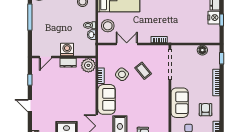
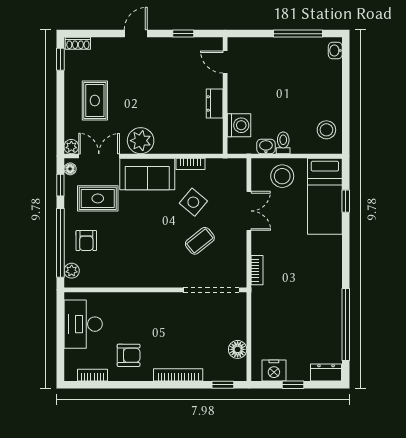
nightstand: (214, 18) -> (274, 370), moved
washing machine: (67, 49) -> (239, 125), moved
plant: (88, 65) -> (141, 141), moved
sofa: (180, 103) -> (141, 308), removed

